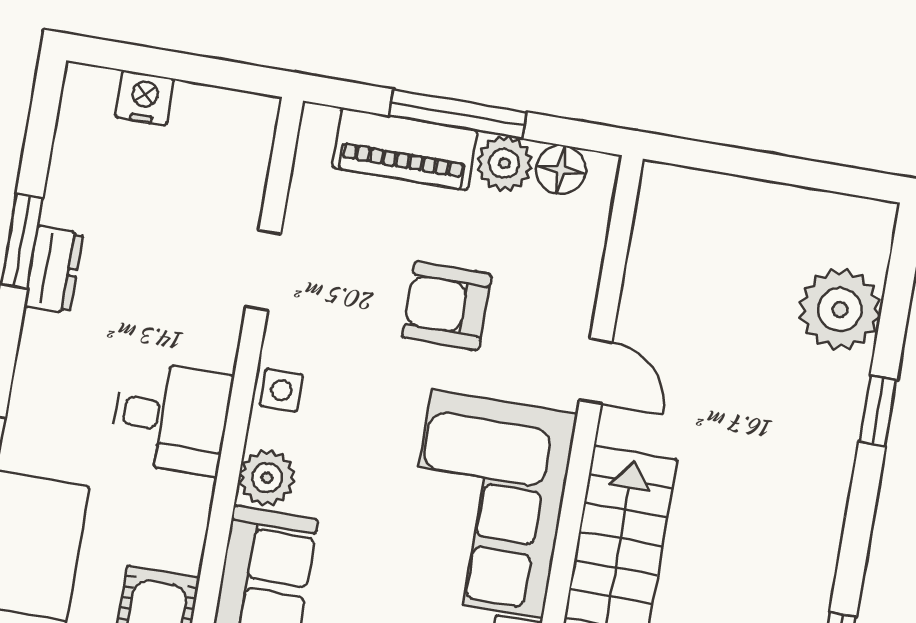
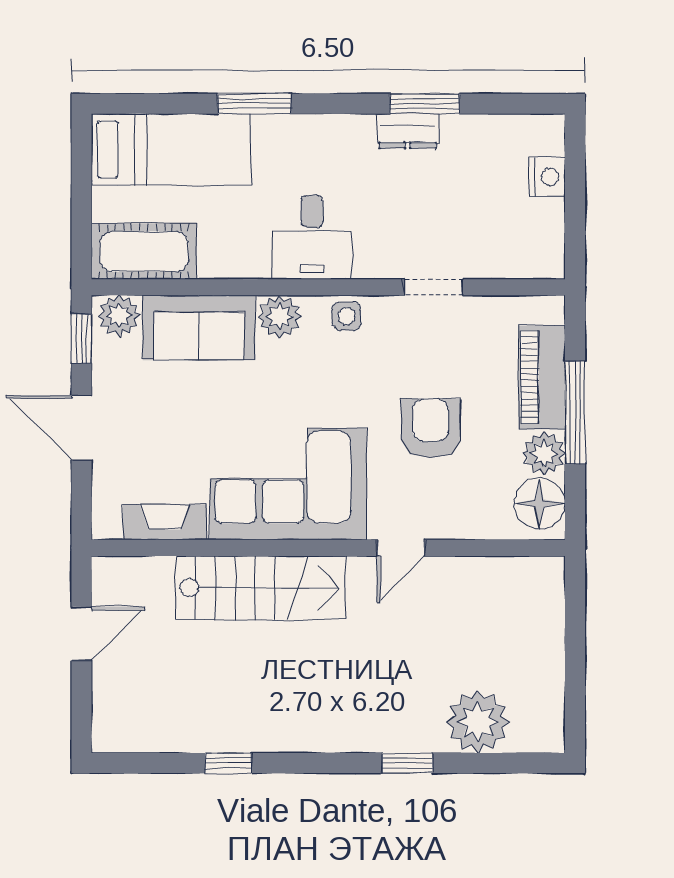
floor lamp: (561, 170) -> (540, 503), width x1.38, depth x1.38

